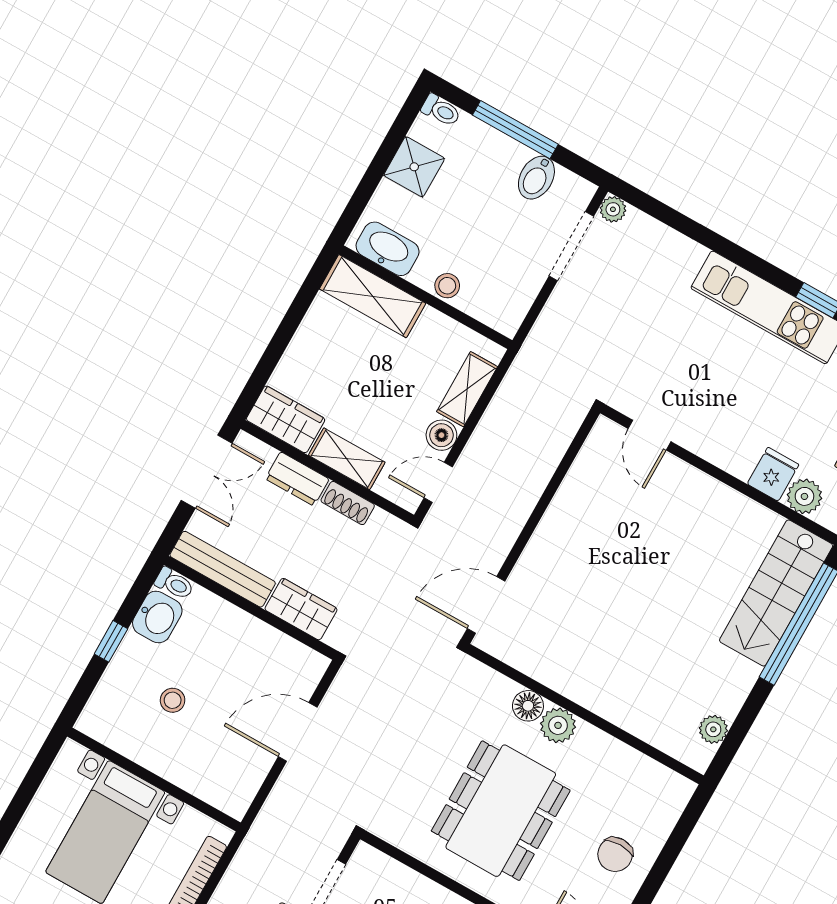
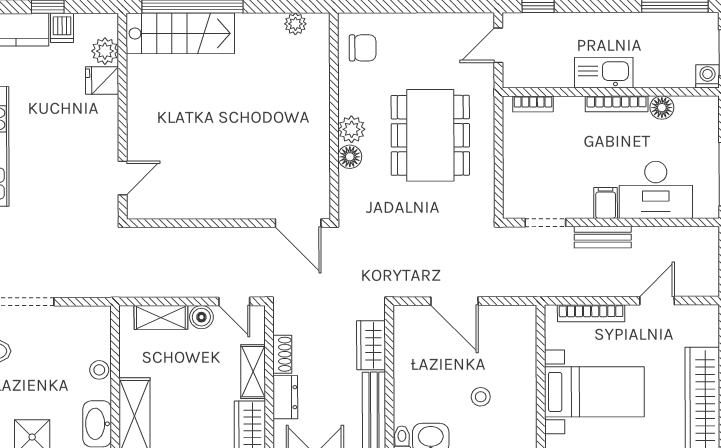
dining table: (501, 811) -> (430, 135), turned 90
chair: (615, 854) -> (363, 48), moved

